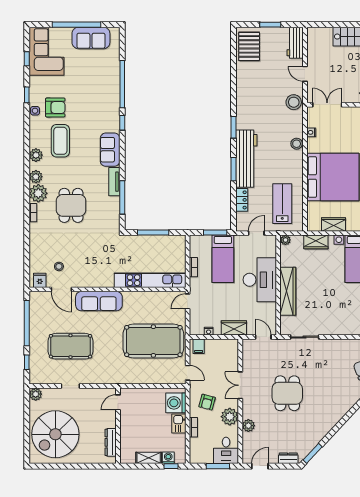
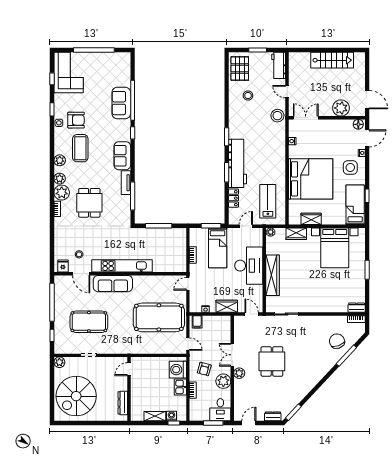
sofa: (91, 38) -> (121, 103), moved, turned 90
stool: (297, 144) -> (248, 96), moved
kitchen unit: (150, 280) -> (122, 266), moved
plant: (248, 426) -> (239, 373), moved

